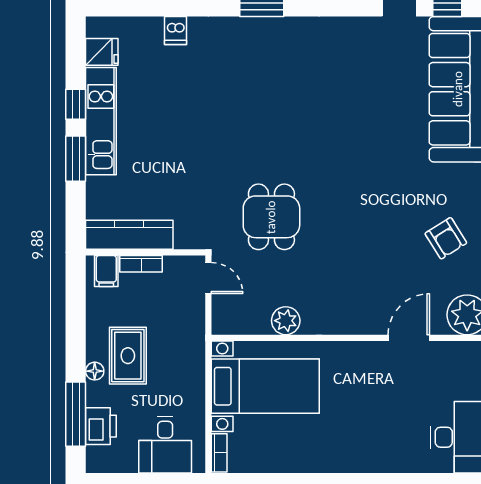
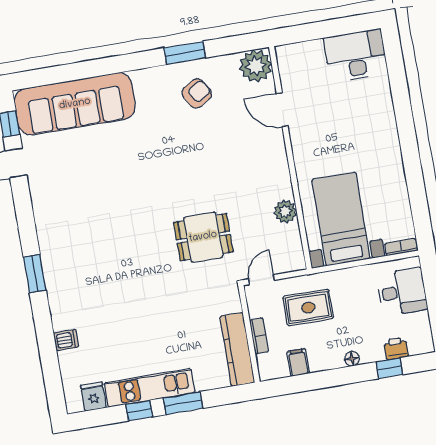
filing cabinet: (106, 271) -> (298, 362), moved, turned -90
rug: (128, 356) -> (308, 308), moved
window: (76, 414) -> (389, 368), width x0.46
printer: (101, 426) -> (396, 349), width x0.73, depth x0.81

